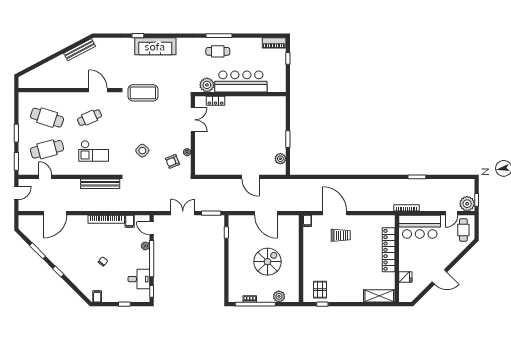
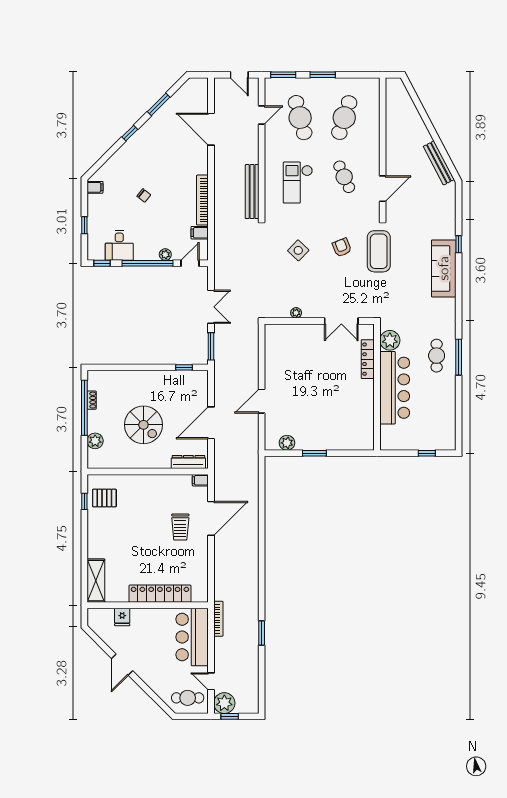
piano: (274, 43) -> (449, 434), removed
locker: (216, 101) -> (368, 359), width x1.53
armchair: (173, 161) -> (342, 247), moved
dresser: (294, 229) -> (188, 462), added

